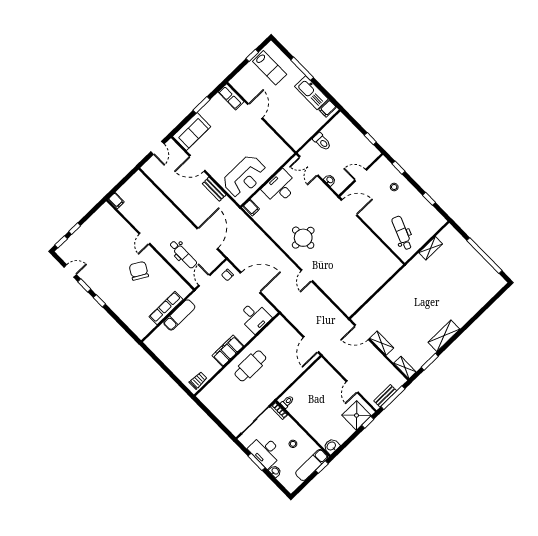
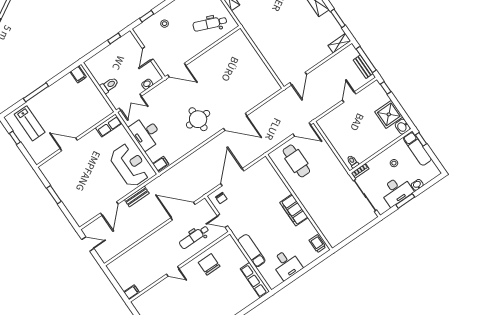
lab bench: (270, 68) -> (30, 123), turned 90
kitchen sink: (311, 93) -> (60, 87), removed
row of seats: (231, 97) -> (109, 125), moved
sofa: (192, 131) -> (78, 208), removed
door: (349, 208) -> (177, 70), swing flipped
dental chair: (183, 254) -> (194, 237), turned 180
chair: (139, 271) -> (209, 264), moved, turned 60
door: (307, 276) -> (235, 122), width x1.87
row of seats: (166, 308) -> (255, 280), moved
desk: (255, 317) -> (287, 264), moved, turned 90
shelving: (382, 343) -> (312, 61), removed
cafe table: (250, 366) -> (296, 161), moved
door: (352, 387) -> (349, 97), swing flipped
shower: (356, 415) -> (389, 114), moved

